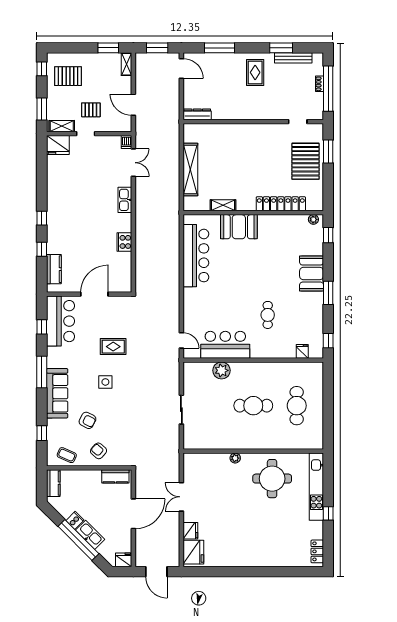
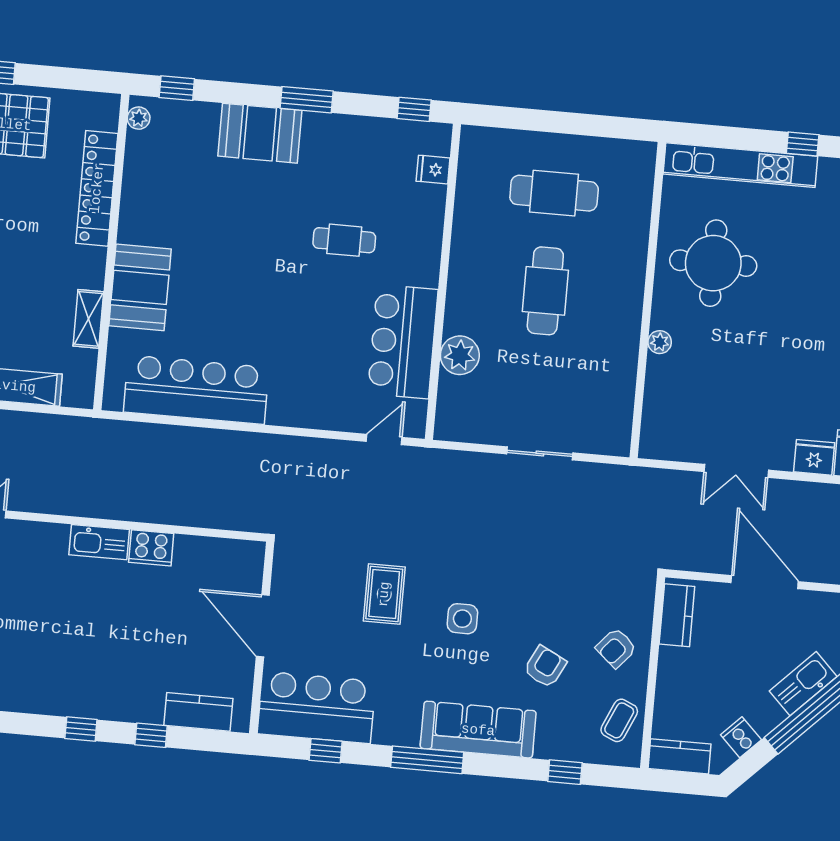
kitchen sink: (125, 200) -> (99, 542), moved
cooker: (75, 520) -> (741, 737), moved

